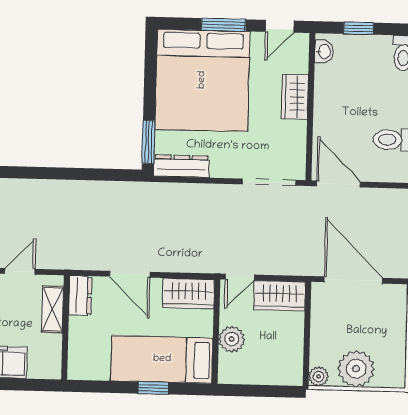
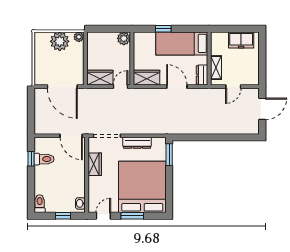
wardrobe: (295, 97) -> (95, 164), moved
dresser: (181, 166) -> (137, 143), moved
plant: (232, 339) -> (124, 38), moved
bed: (162, 359) -> (182, 43), moved, turned 180

